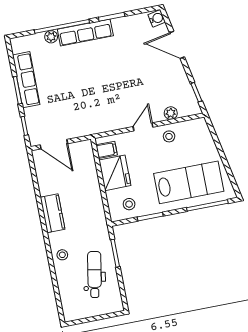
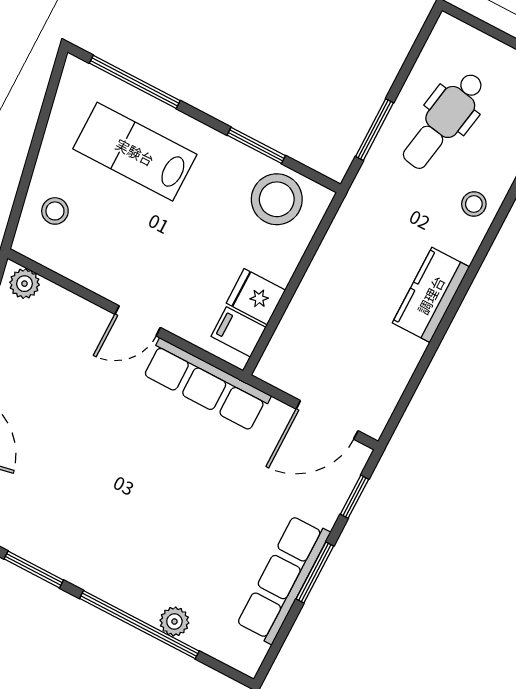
row of seats: (85, 33) -> (206, 385), moved, turned 180
plant: (171, 113) -> (24, 284), moved
stool: (169, 136) -> (55, 211), moved
door: (54, 144) -> (327, 420), swing flipped
fridge: (115, 173) -> (256, 297), width x0.53, depth x0.75
lab bench: (189, 182) -> (135, 152), width x0.73, depth x0.72
stool: (129, 204) -> (277, 199), width x1.89, depth x1.89

